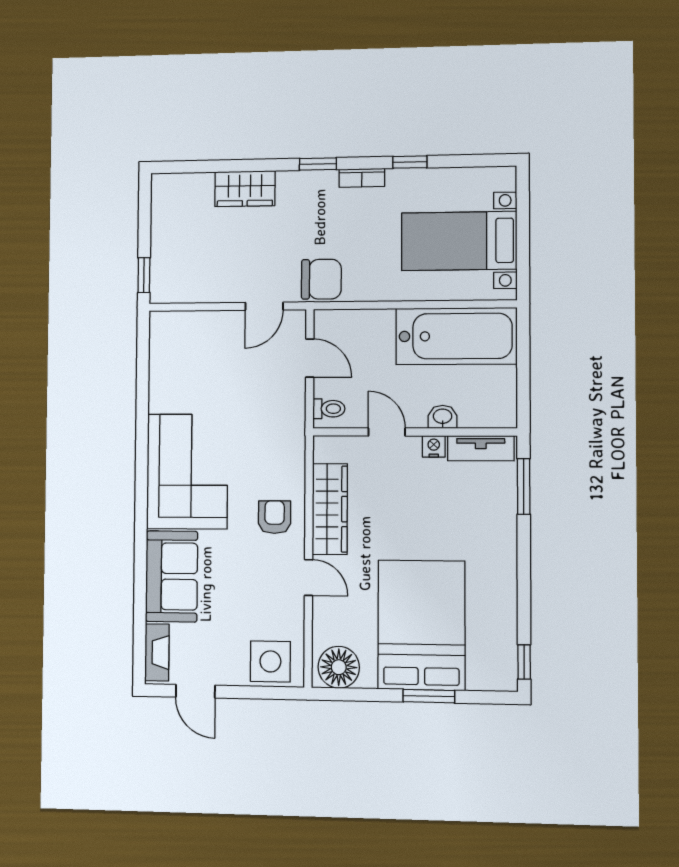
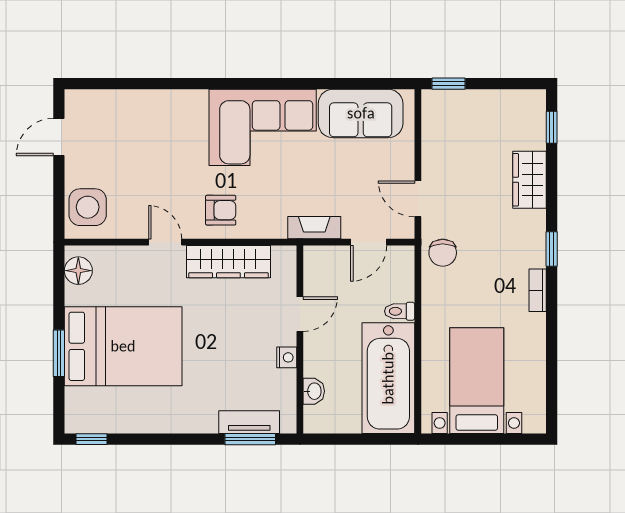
window: (410, 162) -> (552, 127), moved
chair: (321, 279) -> (443, 253), width x0.73, depth x0.73
toilet: (329, 409) -> (400, 311), moved, turned 90
washbasin: (443, 417) -> (314, 391), moved
tv unit: (481, 448) -> (249, 422), moved, turned 90
sofa: (172, 576) -> (361, 113), moved
door: (308, 578) -> (165, 242), swing flipped
fireplace: (157, 652) -> (314, 228), moved, turned 180
floor lamp: (339, 667) -> (78, 271), width x0.73, depth x0.73

